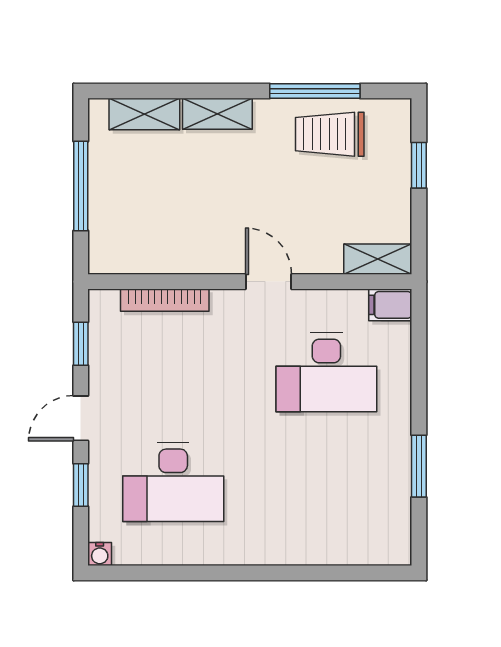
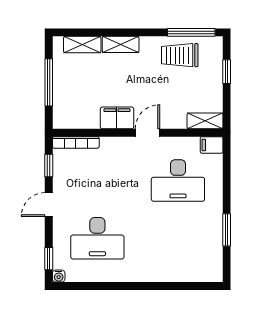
window: (315, 91) -> (191, 32), moved
filing cabinet: (210, 253) -> (117, 118), added
door: (268, 282) -> (147, 133), hinge flipped
bookcase: (165, 300) -> (76, 142), moved
window: (81, 485) -> (49, 259), moved

